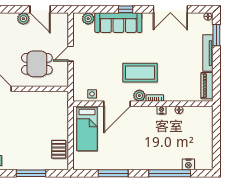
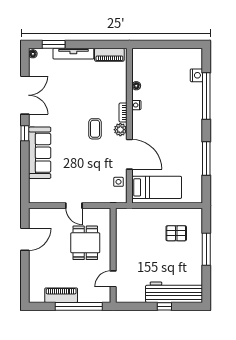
window: (126, 9) -> (25, 133), moved
plant: (23, 19) -> (35, 258), removed
plant: (88, 19) -> (35, 186), removed
coffee table: (140, 73) -> (95, 129), width x0.54, depth x0.58
pallet: (59, 149) -> (176, 233), moved

